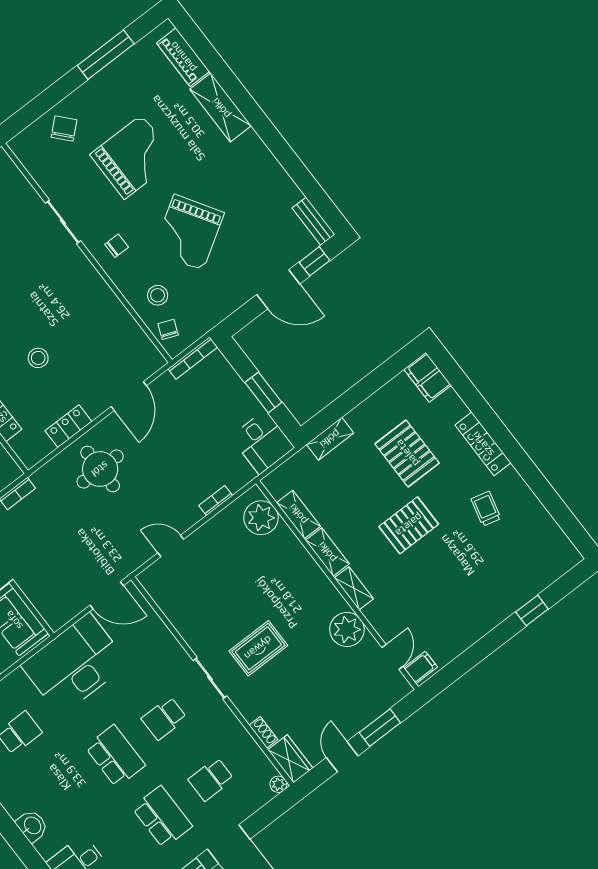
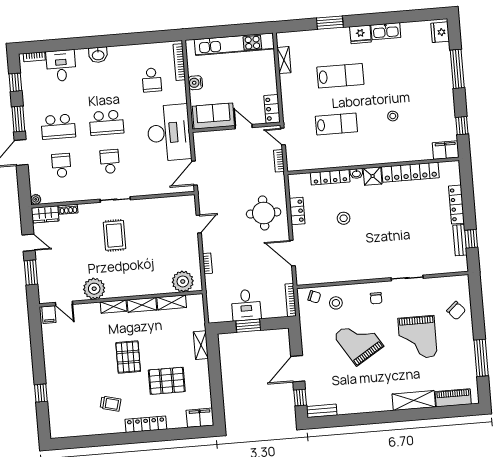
desk: (262, 442) -> (246, 305), moved, turned -90

